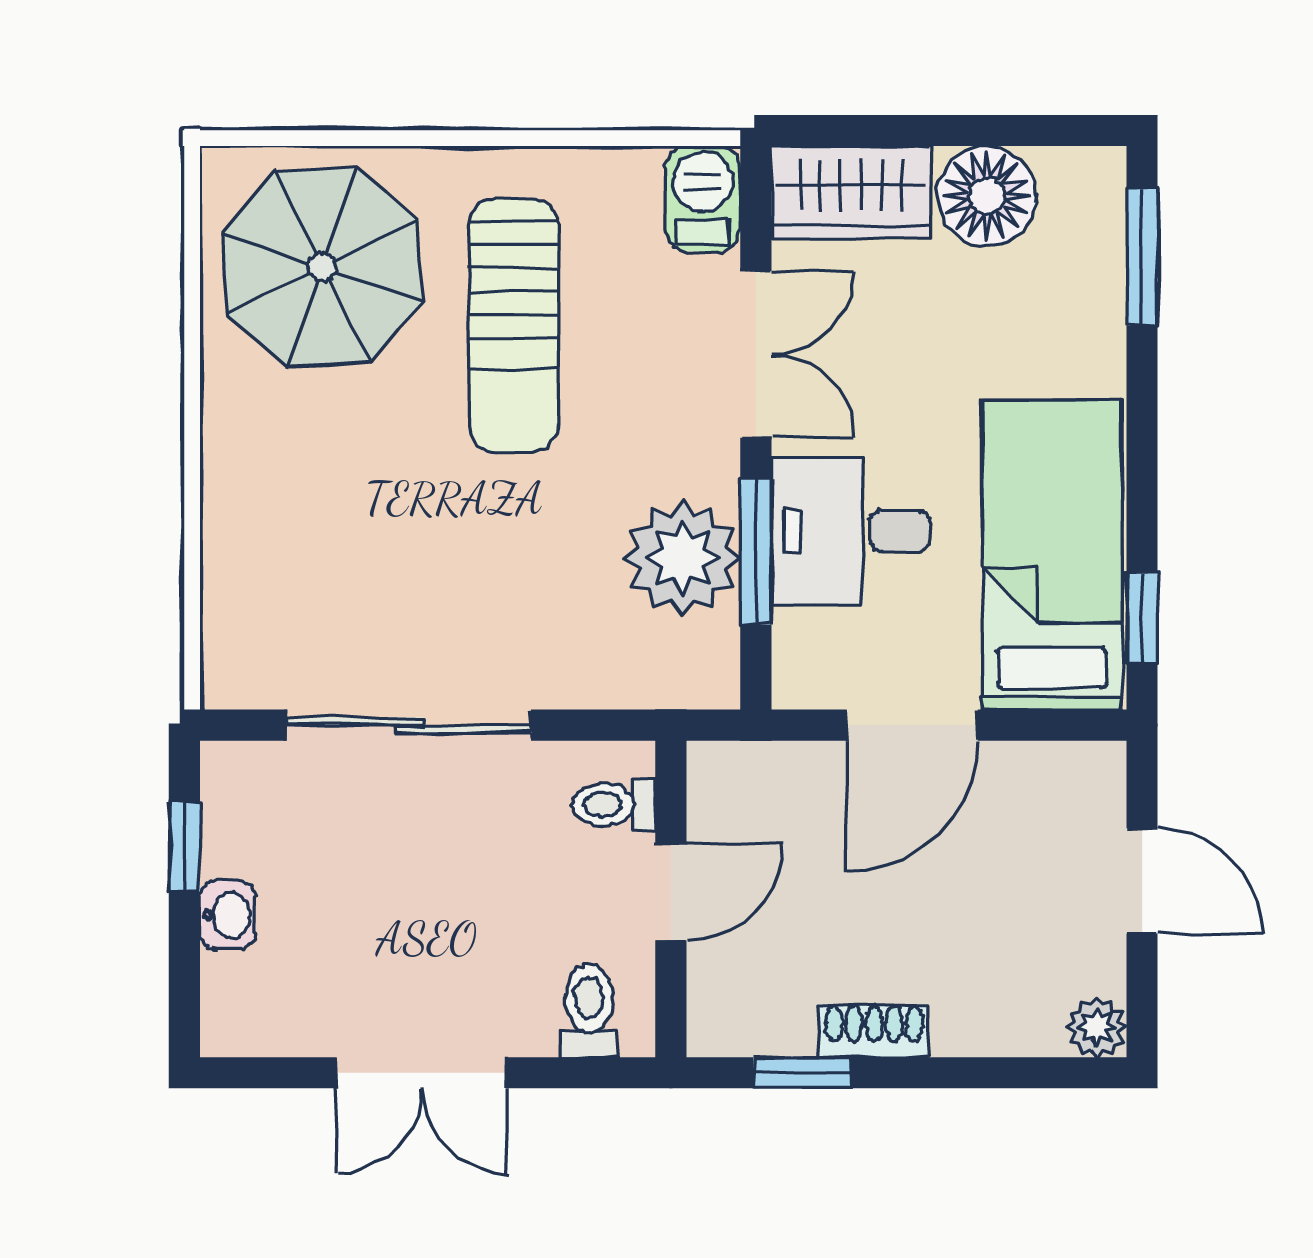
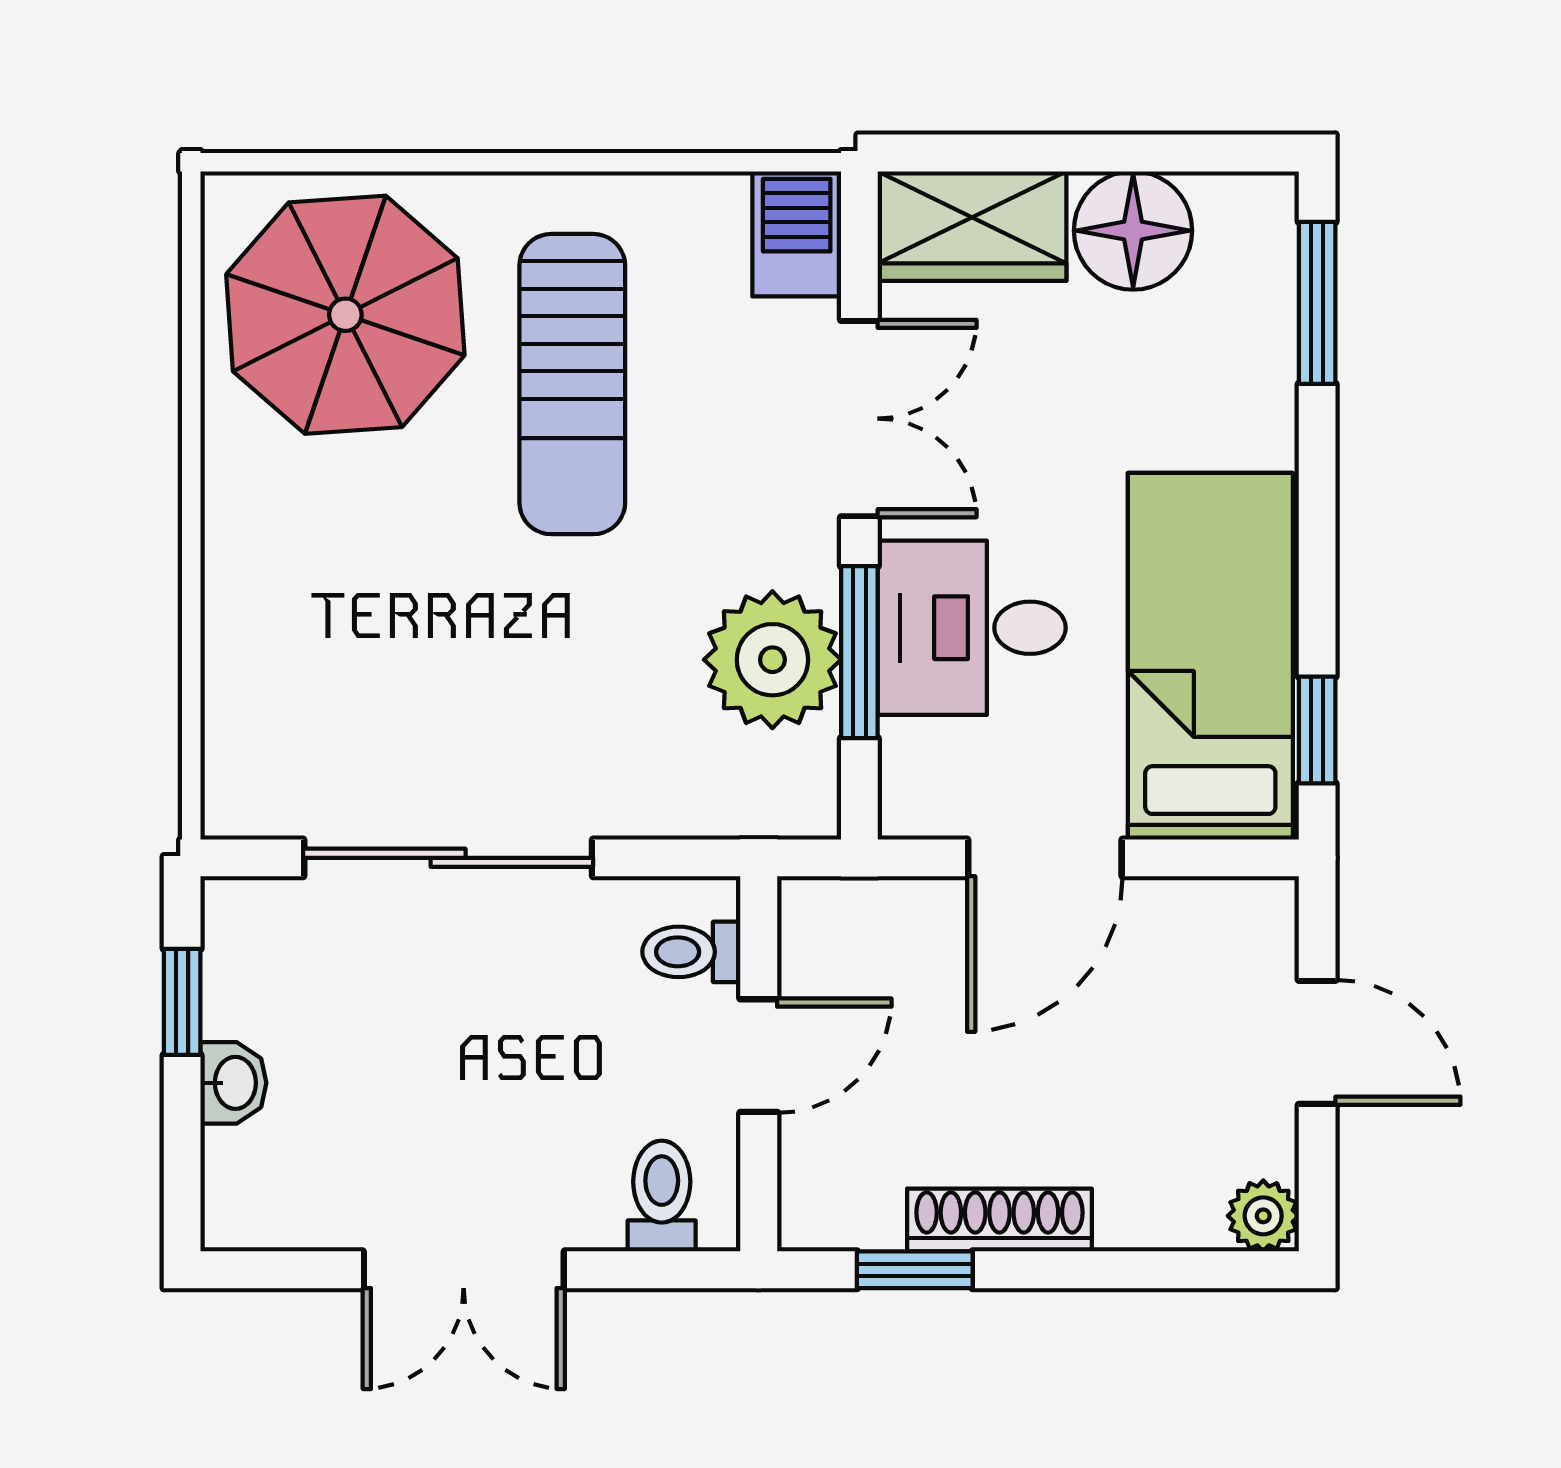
shoe rack: (874, 1031) -> (999, 1220), width x1.43

